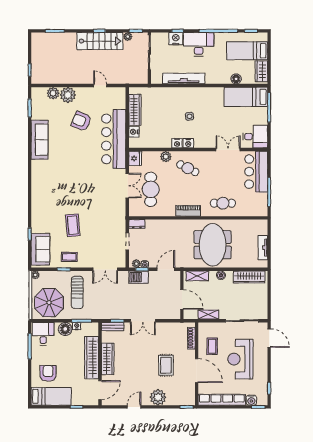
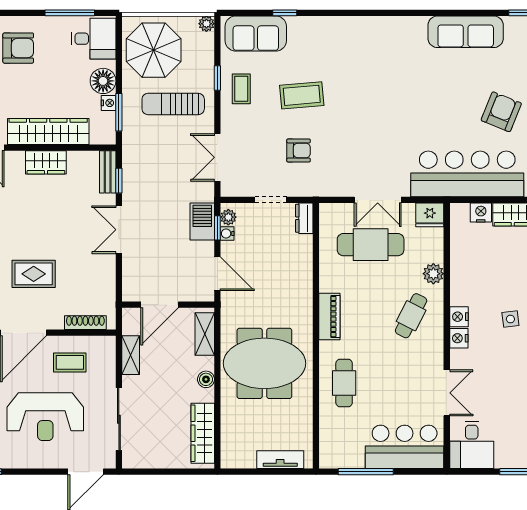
nightstand: (177, 143) -> (459, 338), moved
armchair: (101, 227) -> (299, 150), added
tv unit: (263, 248) -> (280, 460), moved
wardrobe: (108, 359) -> (46, 162), width x0.67
reception desk: (240, 359) -> (45, 417), turned 180

